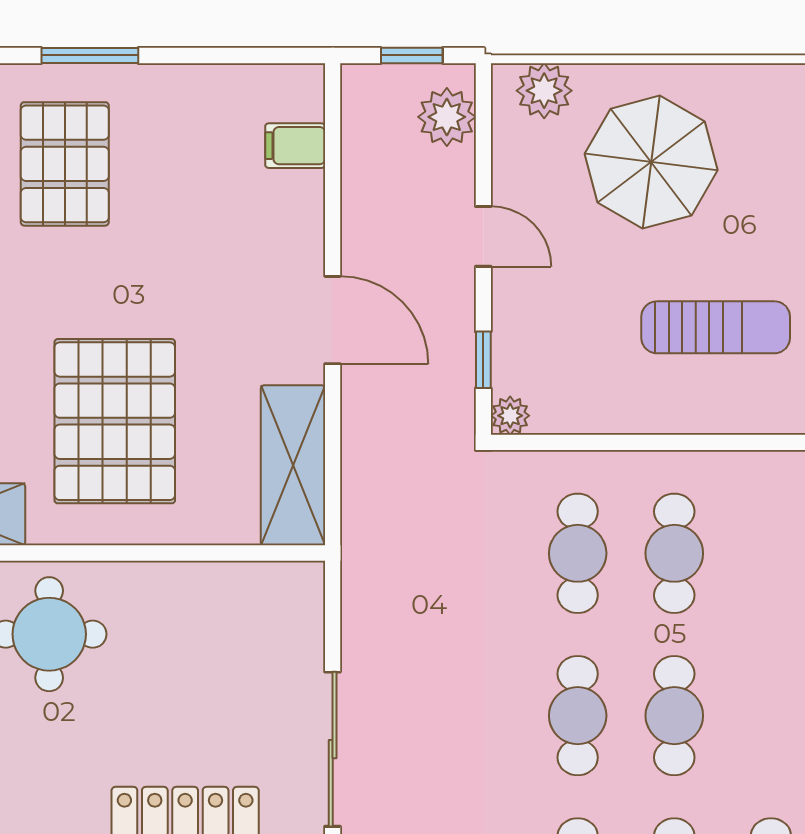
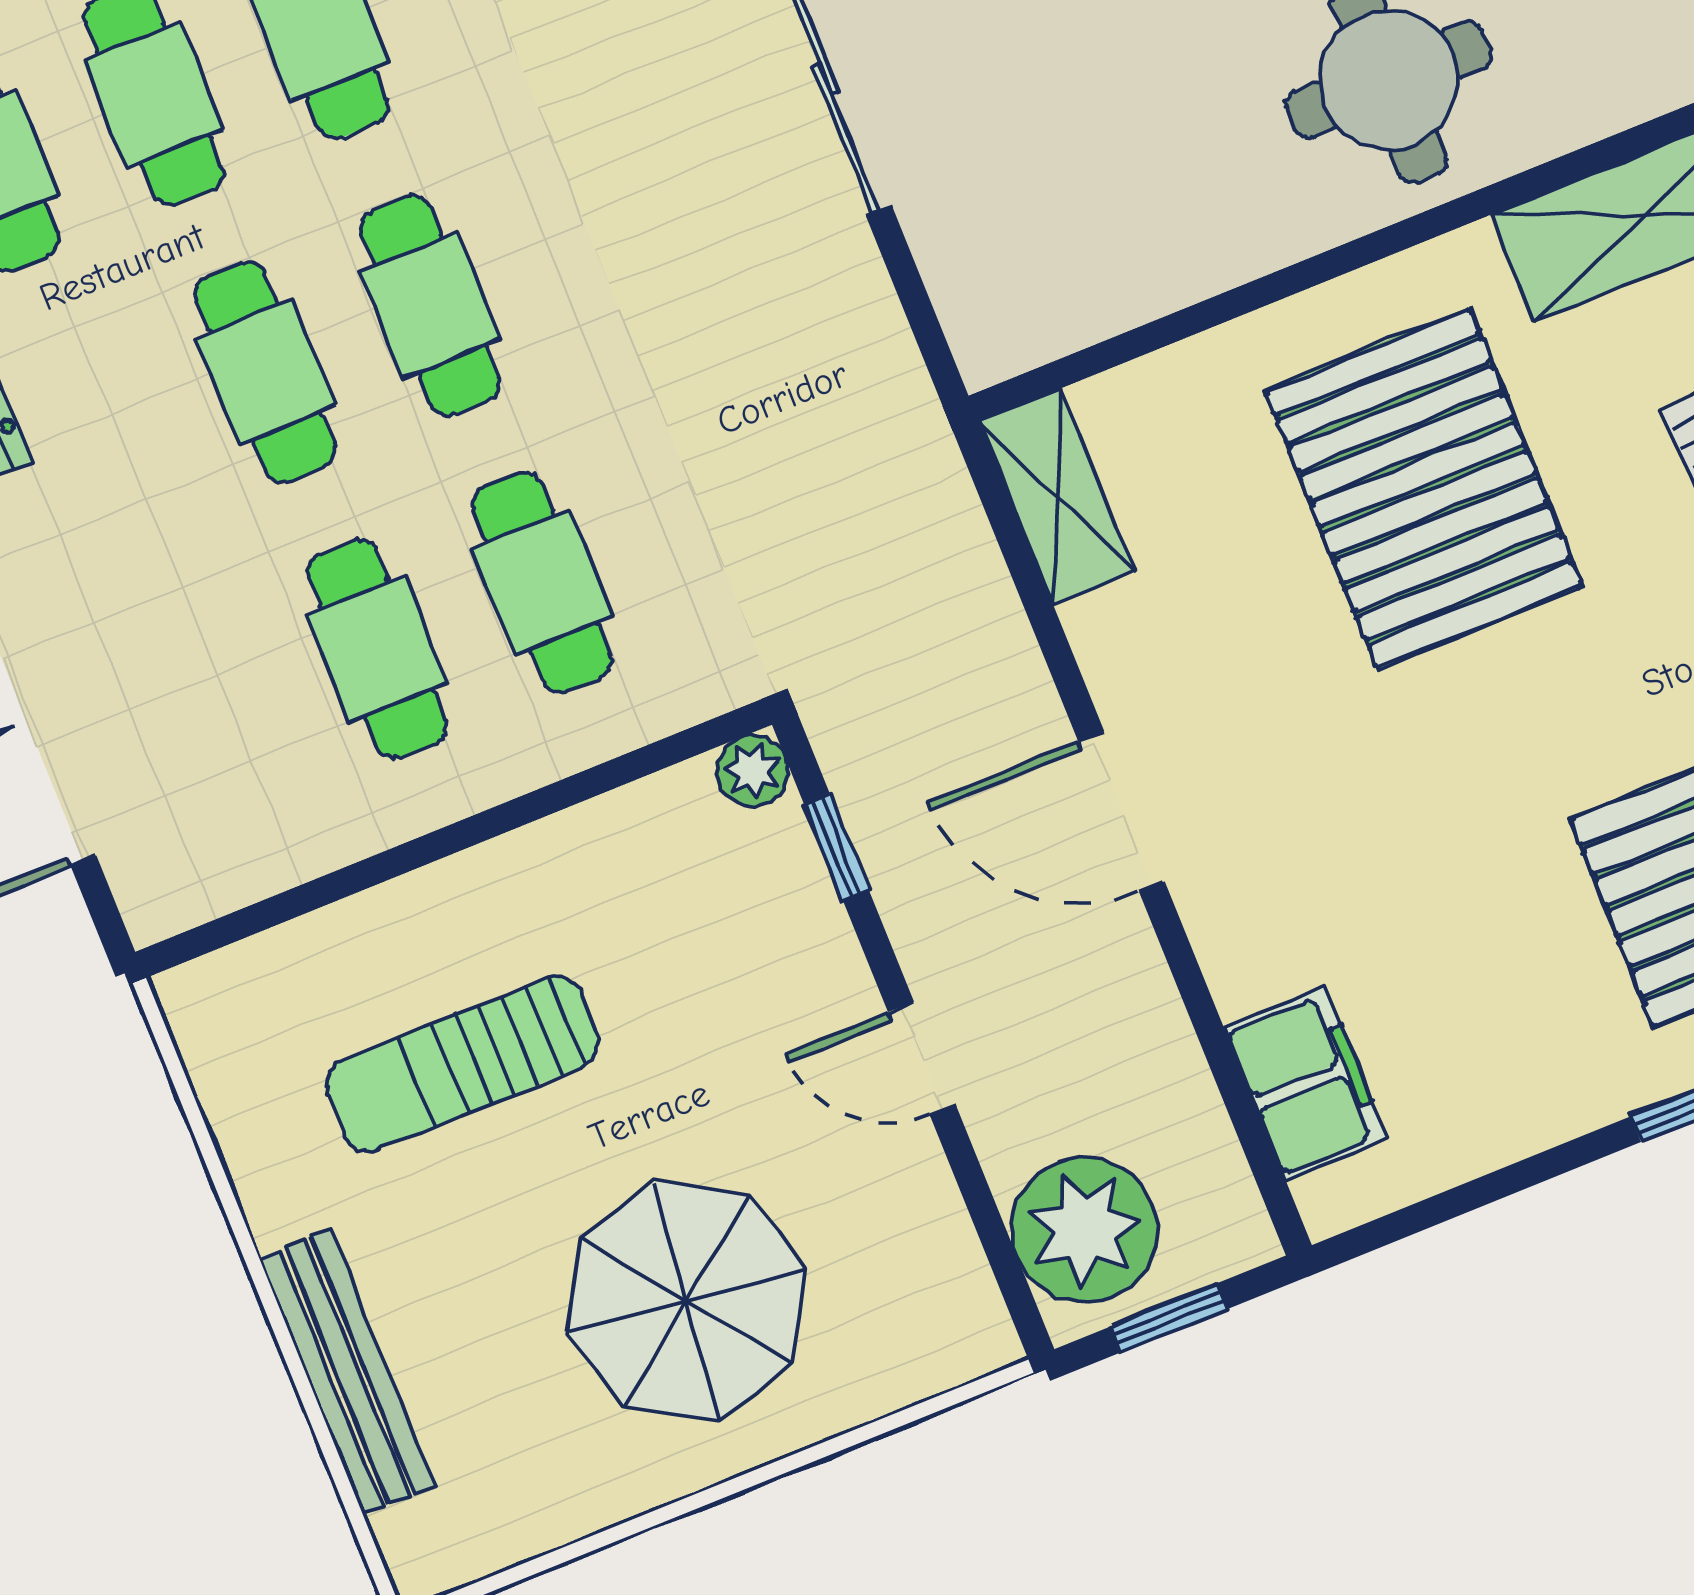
plant: (544, 91) -> (919, 1349), removed
plant: (447, 117) -> (1085, 1230), width x1.36, depth x1.36
filing cabinet: (295, 146) -> (1306, 1084), width x2.00
shelving: (293, 465) -> (1057, 496), width x0.67, depth x0.75

